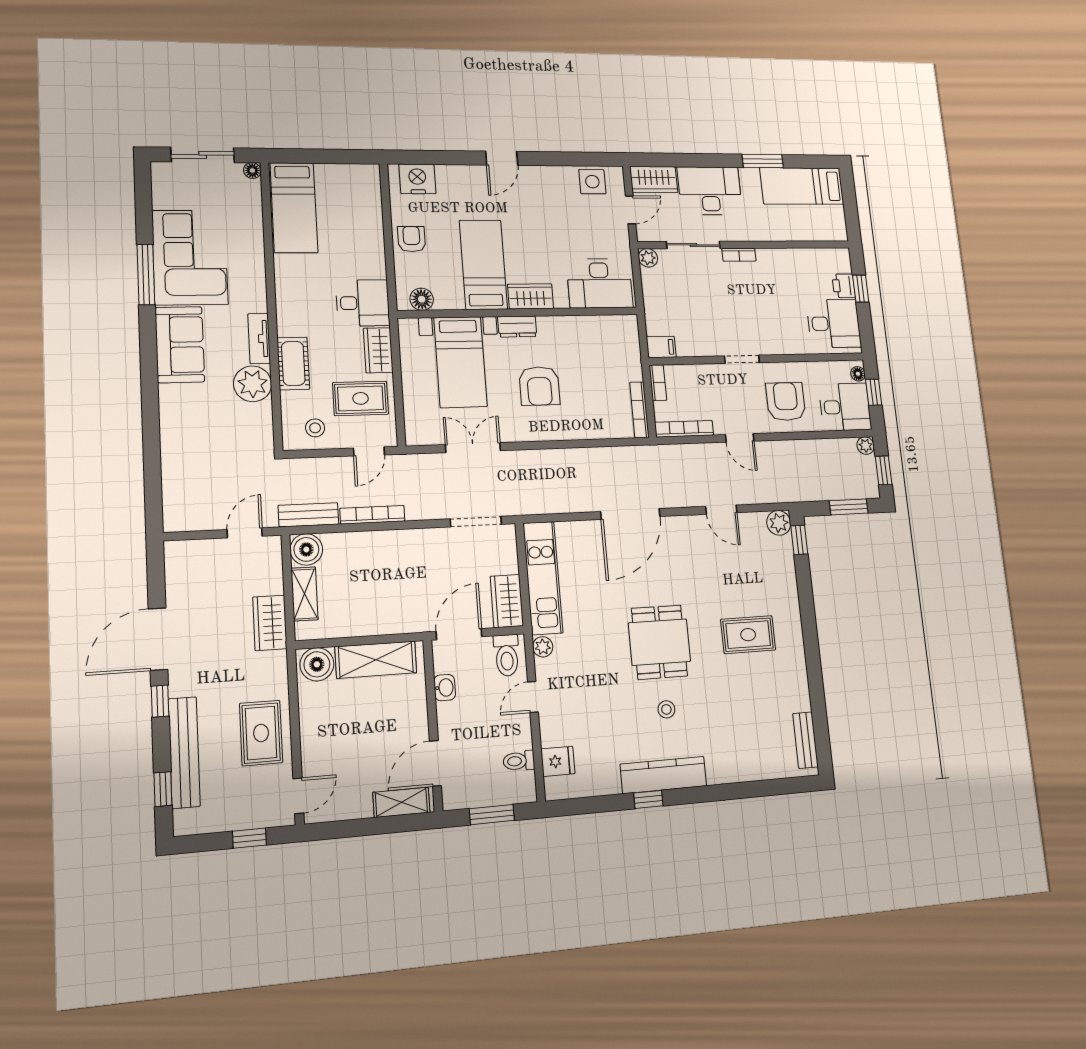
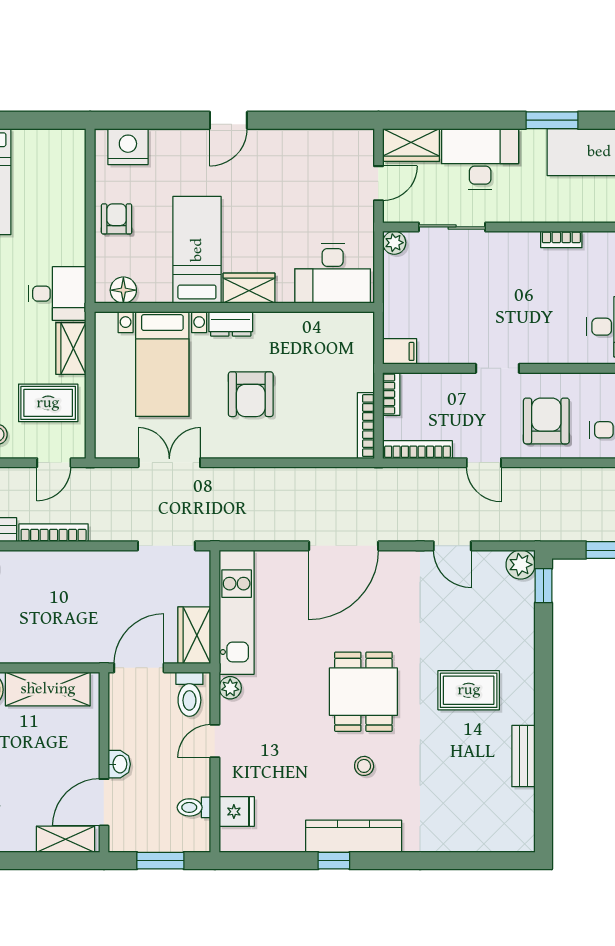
side table: (592, 182) -> (335, 148), removed
bookcase: (739, 255) -> (561, 239), moved
washbasin: (445, 688) -> (119, 764), moved
bench: (805, 740) -> (523, 756), moved

